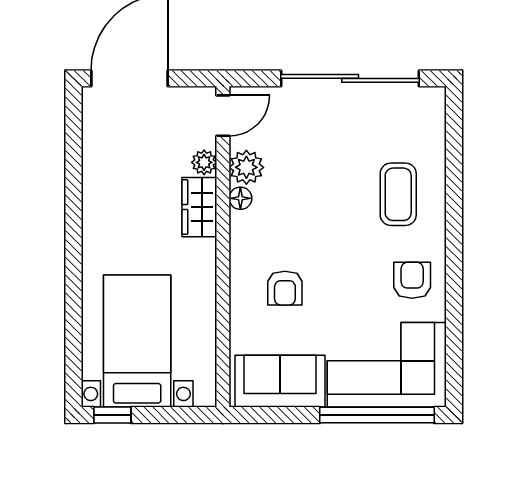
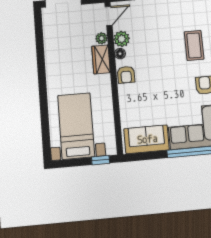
armchair: (285, 288) -> (126, 75), moved
window: (112, 415) -> (101, 160), moved

